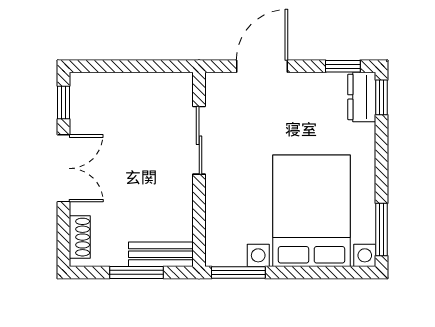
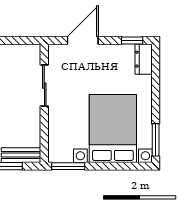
window: (382, 97) -> (156, 59), removed

